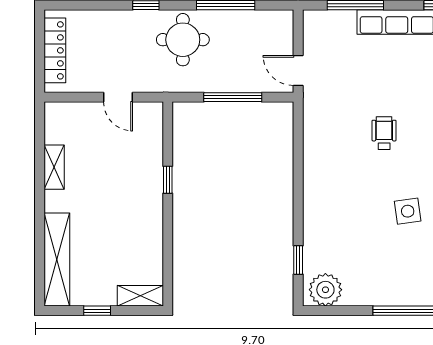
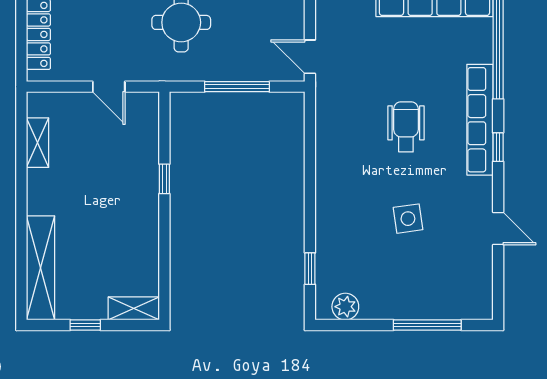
wheelchair: (384, 133) -> (406, 127), width x1.36, depth x1.37
shelving: (54, 167) -> (38, 143), moved
side table: (408, 211) -> (408, 219), moved
plant: (325, 290) -> (345, 307), width x0.73, depth x0.73

